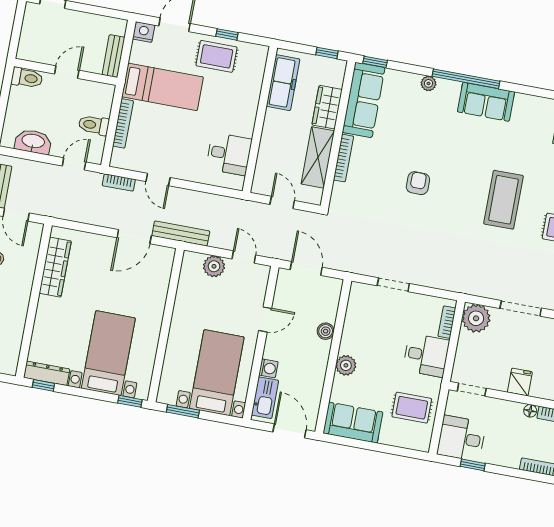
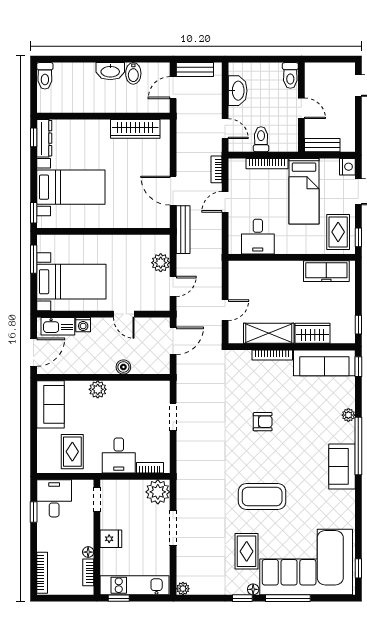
freezer: (283, 83) -> (326, 271), moved
wall: (260, 119) -> (292, 257), moved
desk: (229, 154) -> (258, 237), moved

